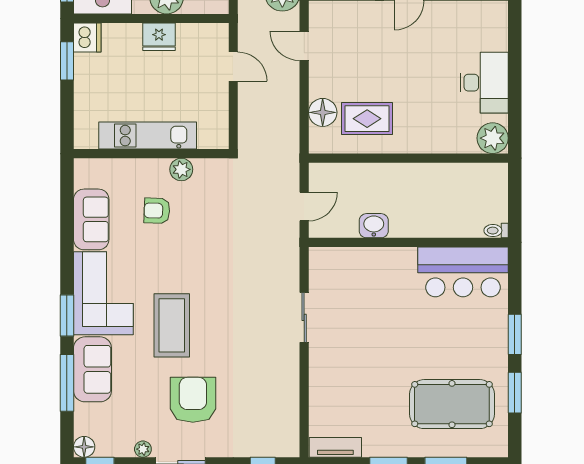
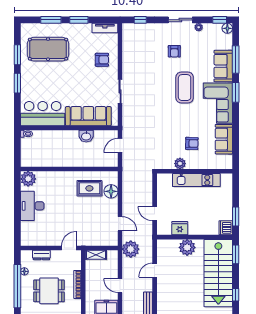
fridge: (159, 37) -> (180, 228), moved
sofa: (369, 267) -> (88, 116), added
armchair: (341, 382) -> (102, 60), added
armchair: (193, 400) -> (174, 51), width x0.53, depth x0.53

